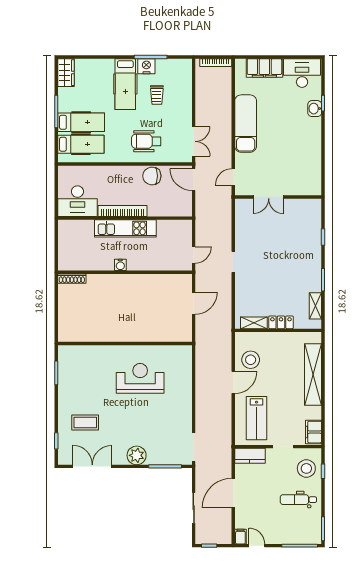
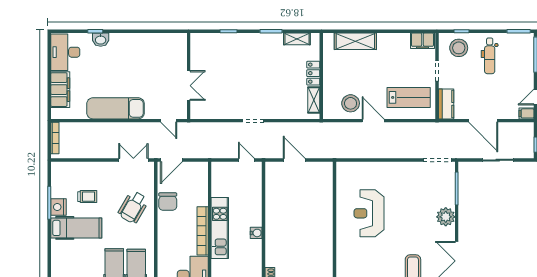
wheelchair: (146, 141) -> (133, 207), turned 30
shelving: (313, 374) -> (355, 41), width x0.68

